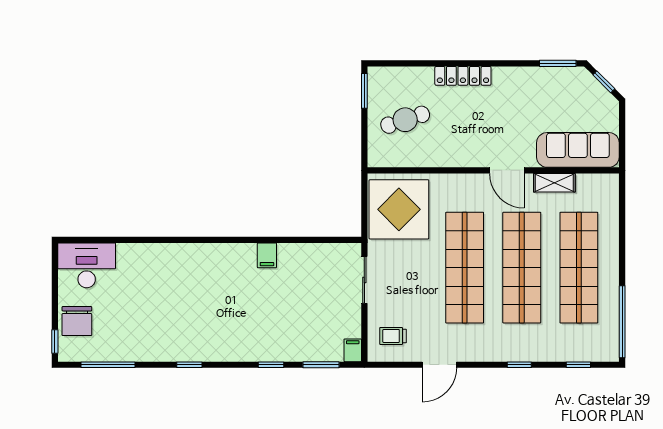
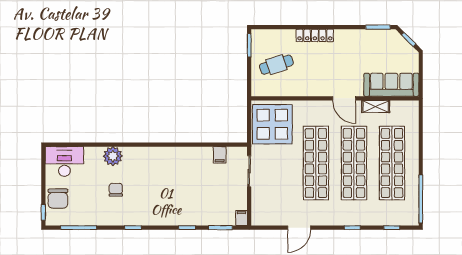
filing cabinet: (267, 255) -> (220, 155), moved
plant: (159, 257) -> (113, 156), added
chair: (164, 308) -> (116, 190), added
trolley: (393, 336) -> (268, 209), removed

